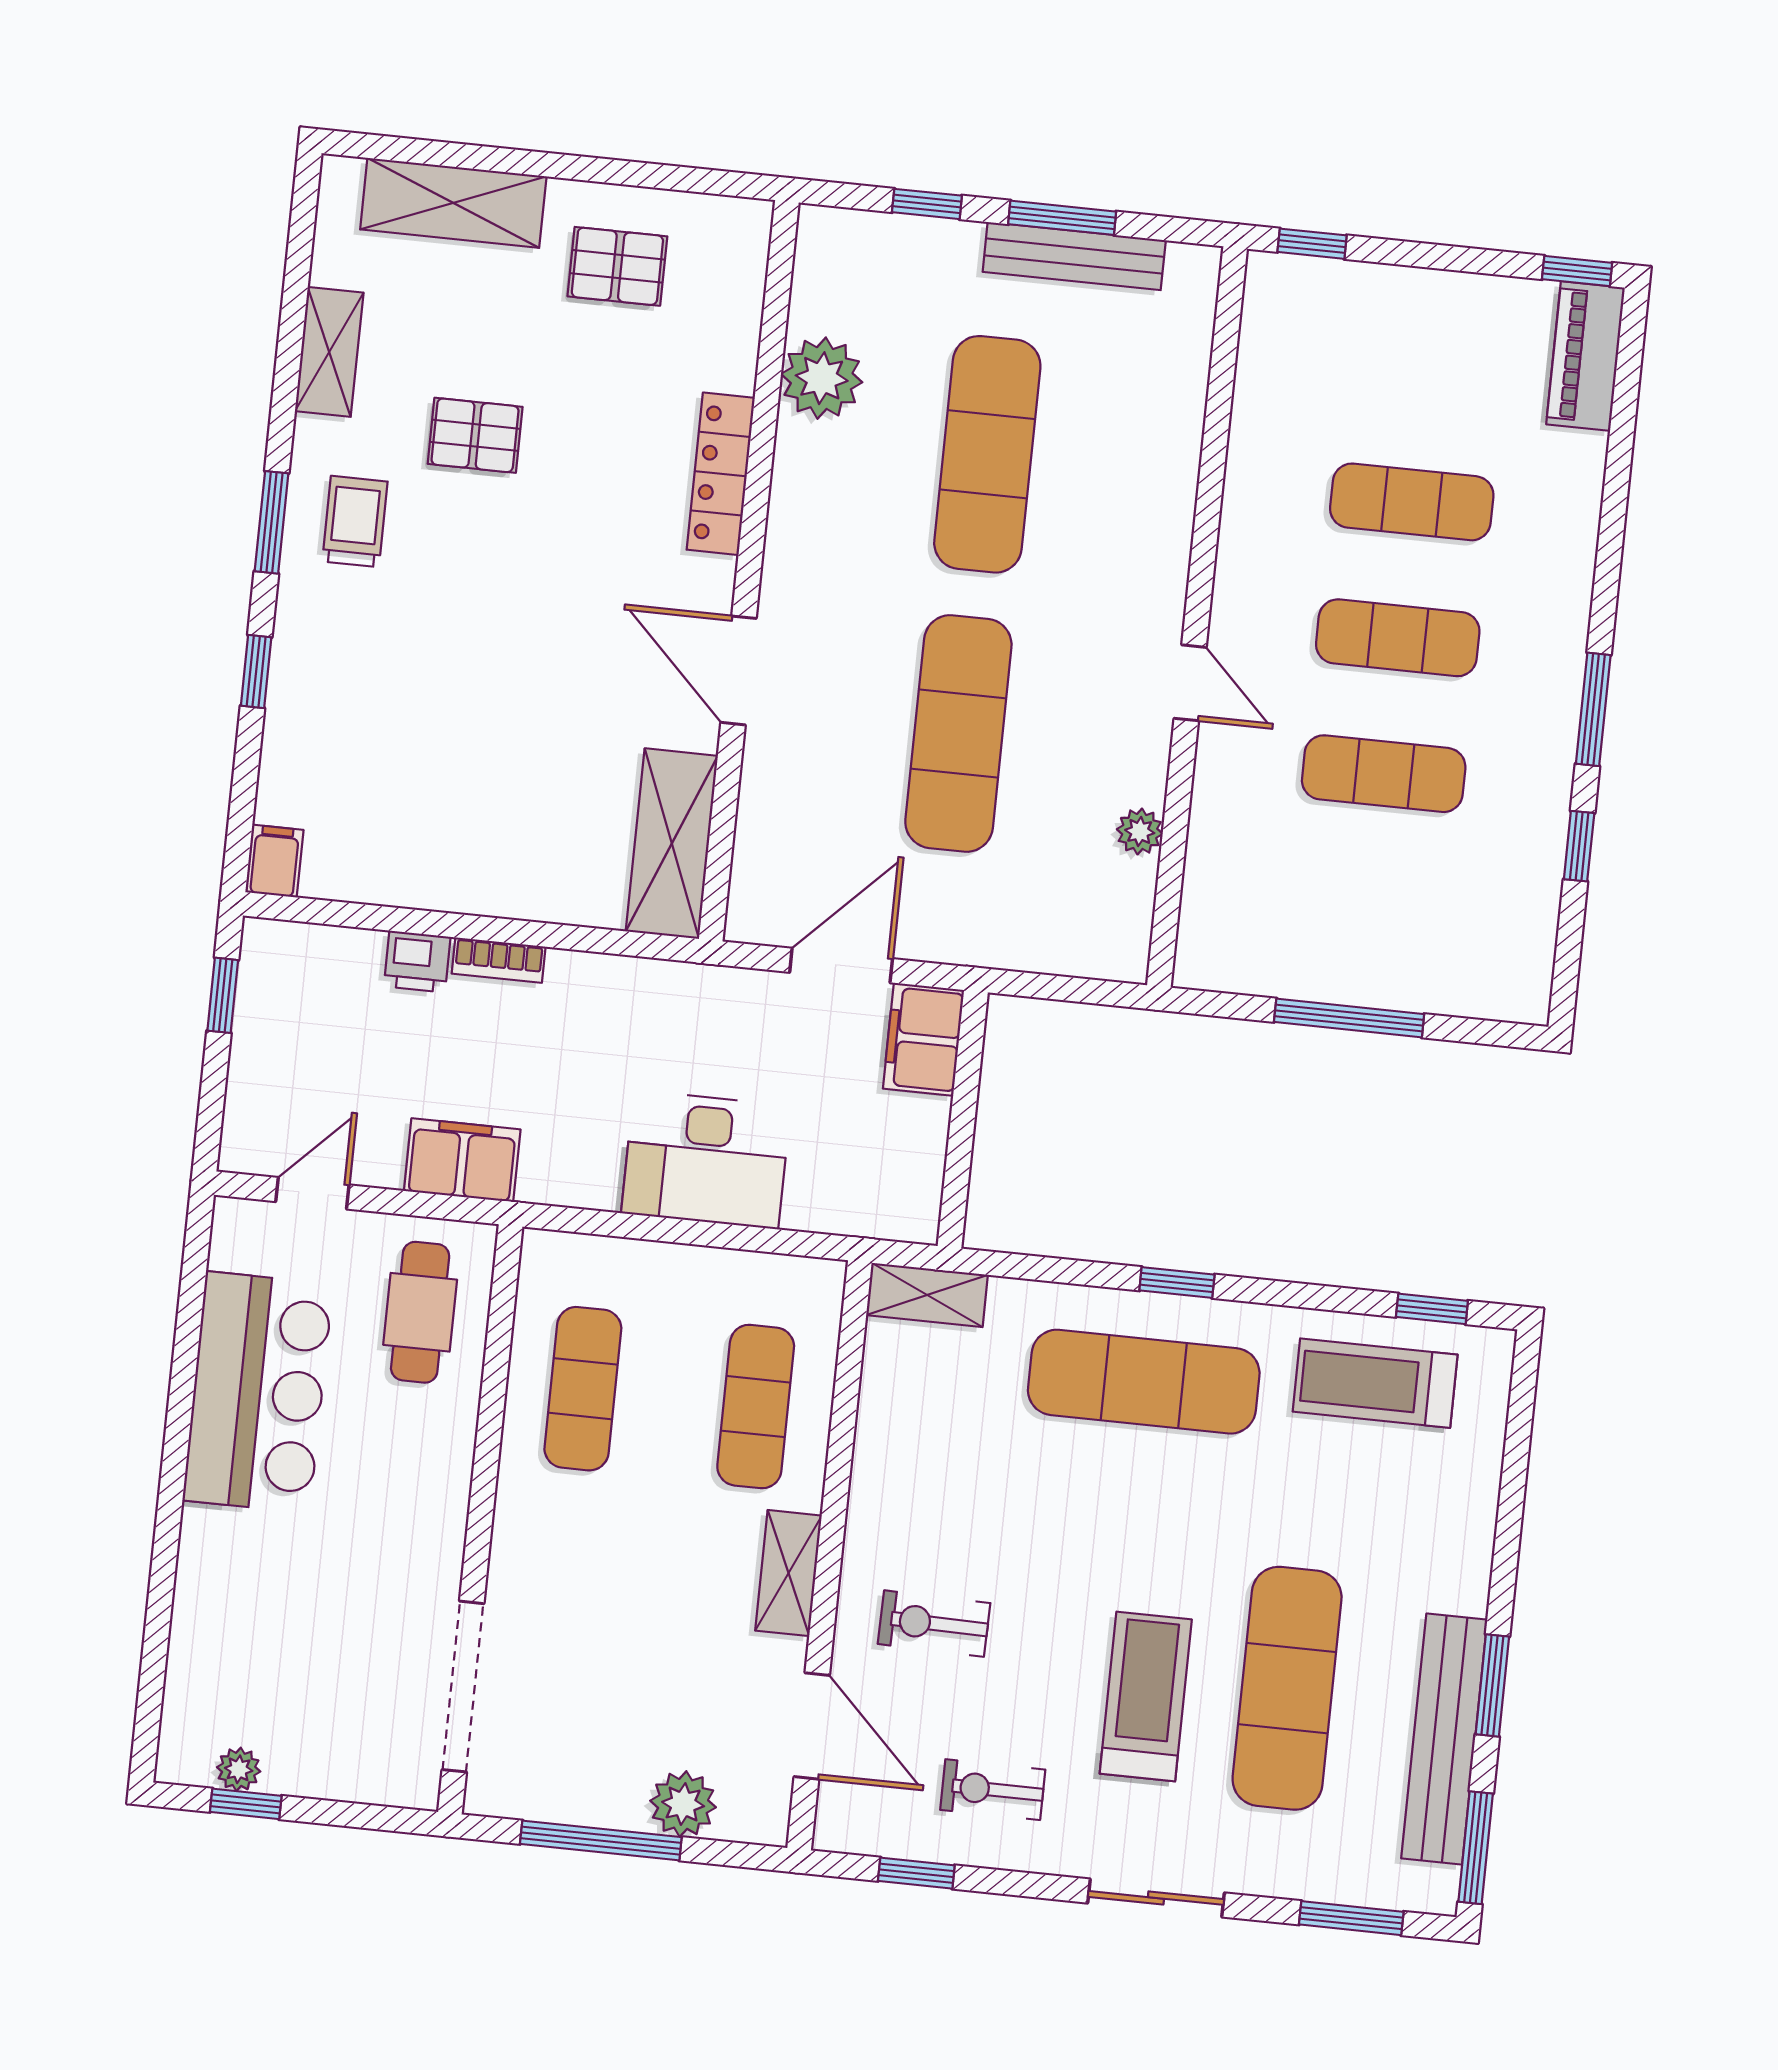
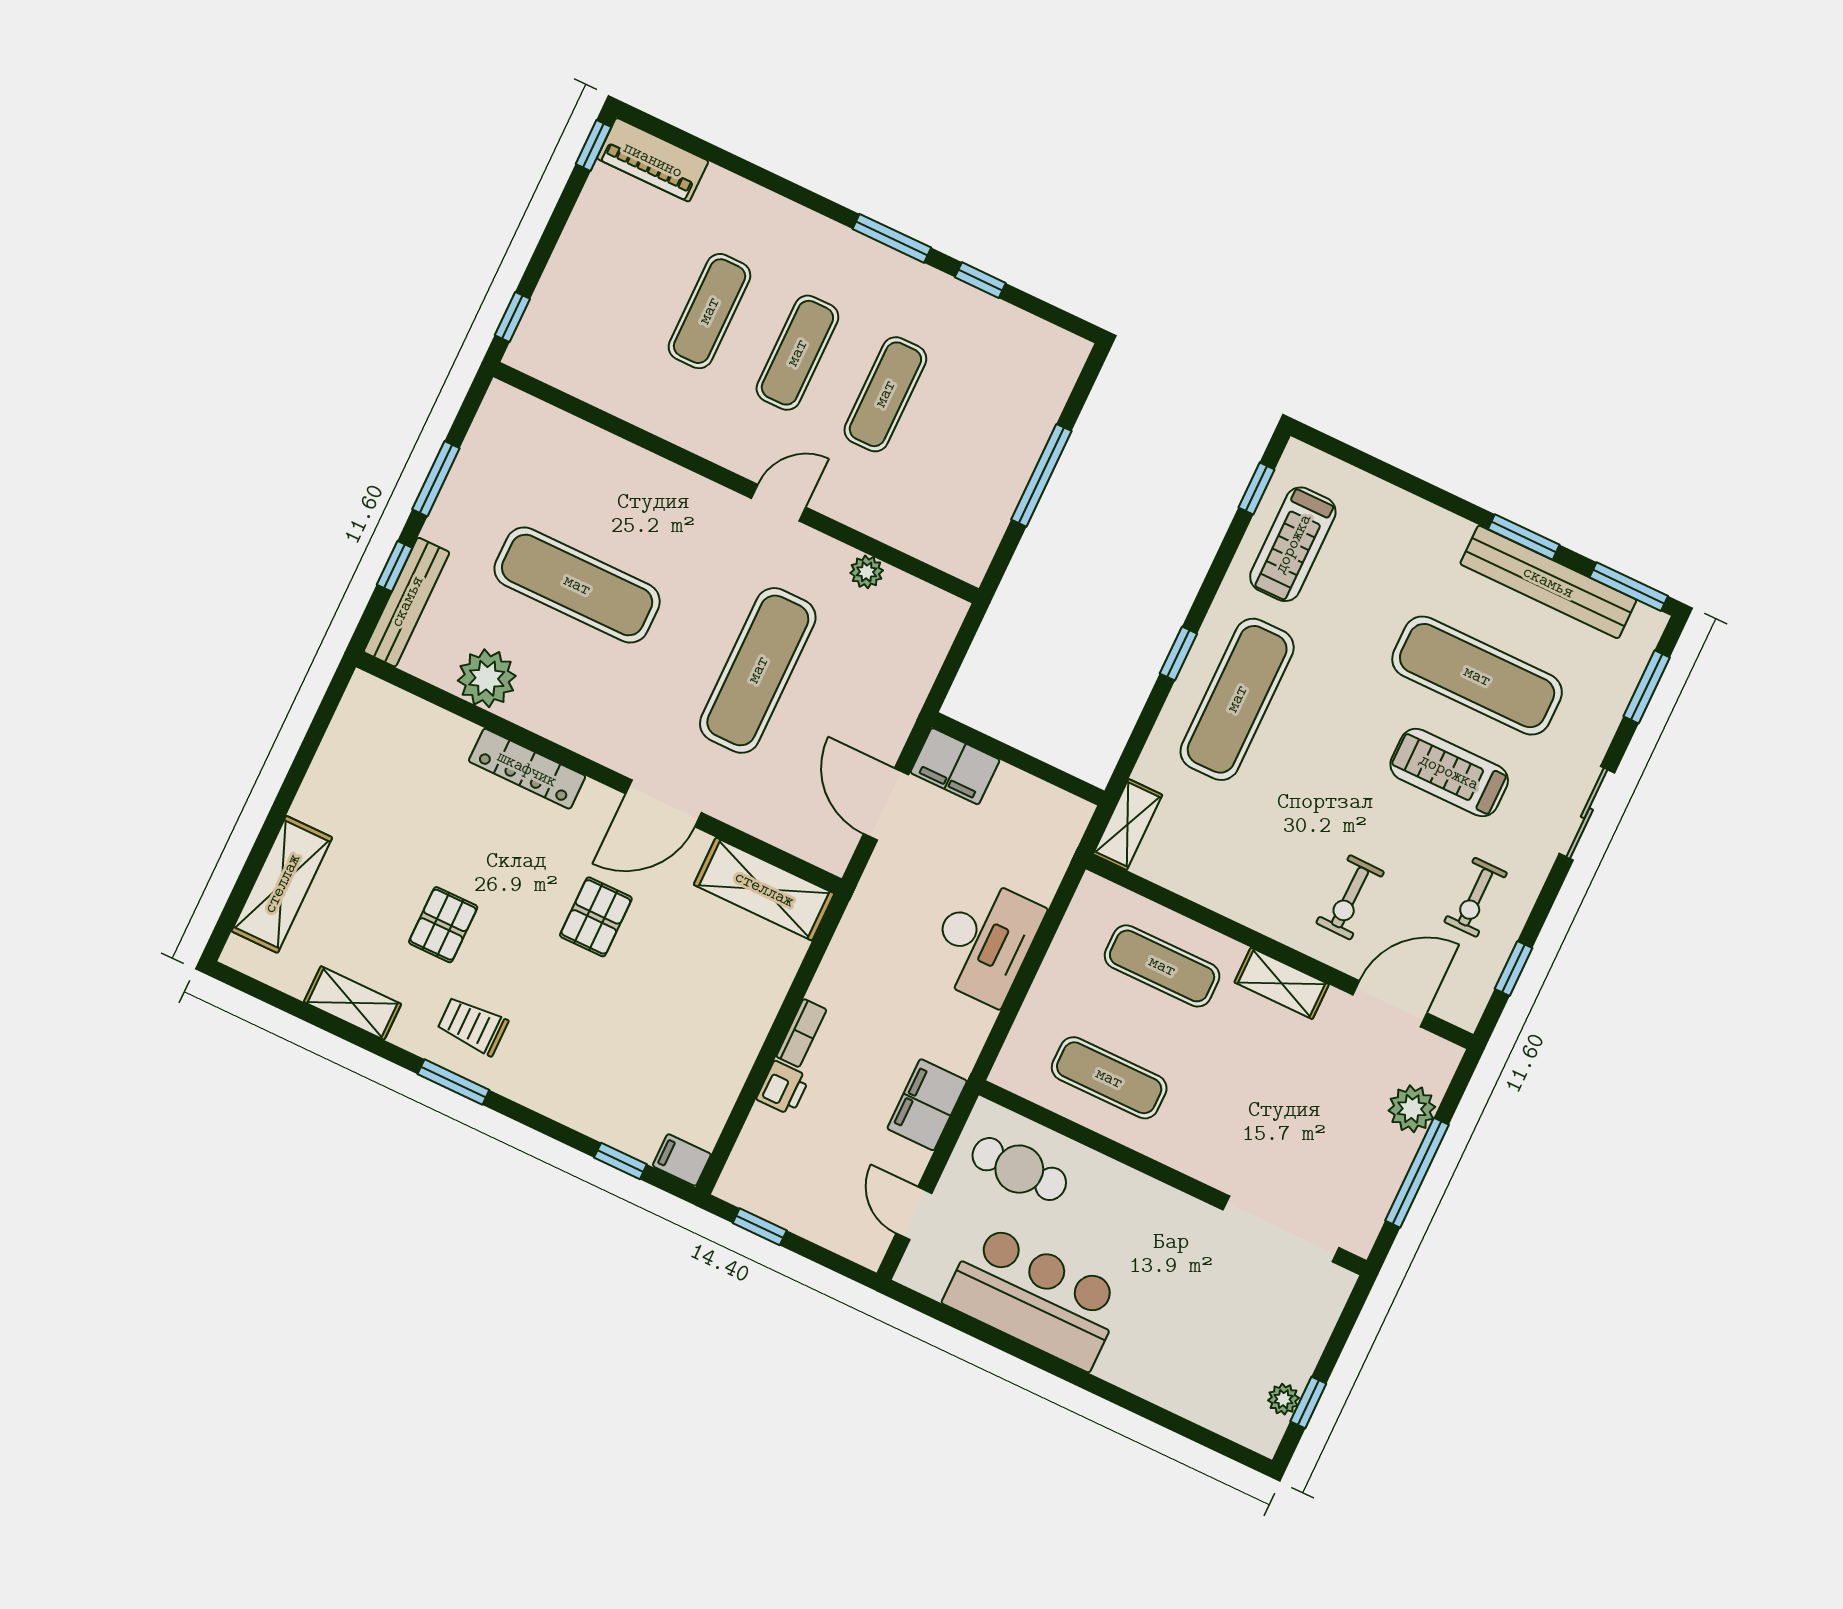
bench: (1074, 256) -> (407, 602), moved
pallet: (617, 266) -> (596, 917), moved
window: (256, 672) -> (620, 1161), moved
exercise mat: (958, 733) -> (758, 670), turned 90

